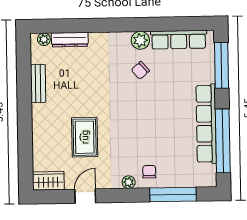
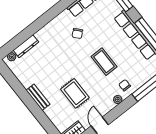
plant: (140, 40) -> (65, 17), removed
bench: (38, 83) -> (38, 97), moved
coffee table: (146, 126) -> (104, 62), added

